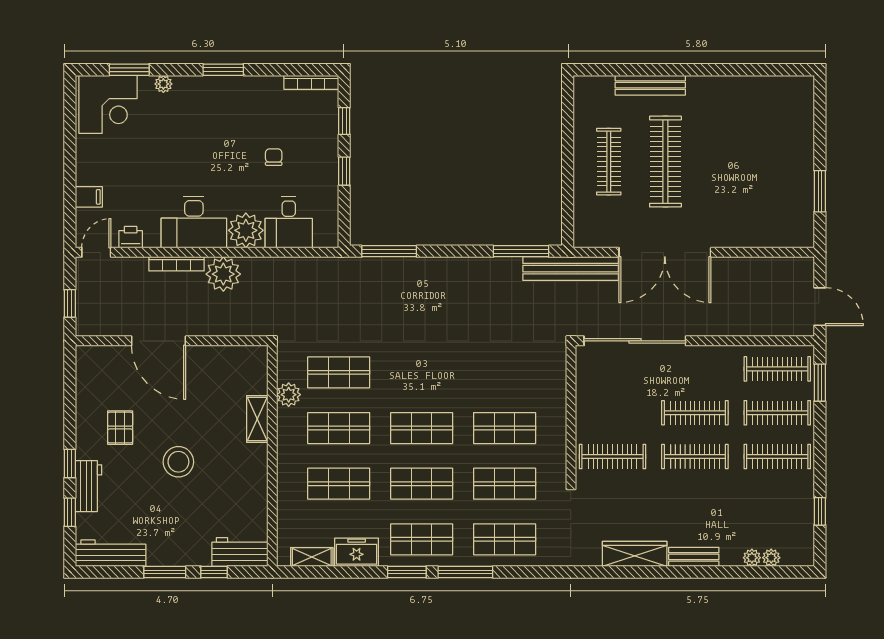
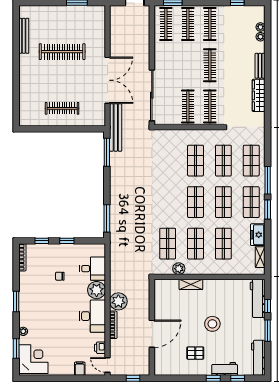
bench: (650, 85) -> (24, 36), moved
clothes rail: (665, 162) -> (62, 52), moved
clothes rail: (695, 413) -> (188, 107), moved
workbench: (240, 552) -> (258, 298), width x1.38

